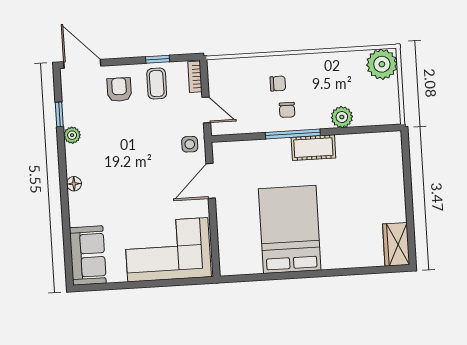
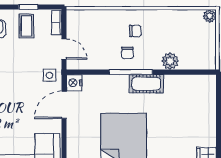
plant: (382, 64) -> (210, 16), width x0.53, depth x0.53
chair: (278, 84) -> (135, 31), moved
nightstand: (222, 152) -> (74, 83), added

